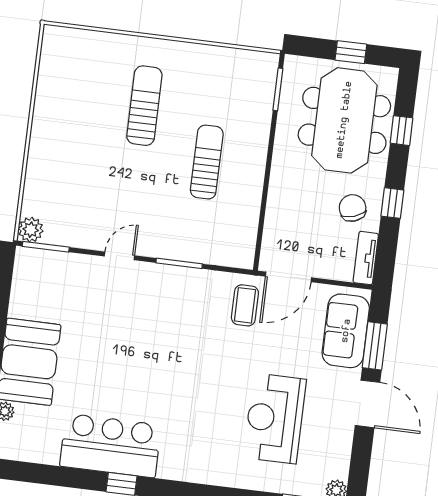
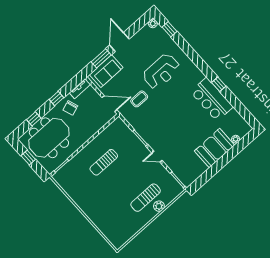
sun lounger: (144, 106) -> (146, 198), moved
plant: (31, 230) -> (159, 206), moved
coffee table: (245, 305) -> (139, 99), moved
reception desk: (275, 418) -> (161, 72), moved

